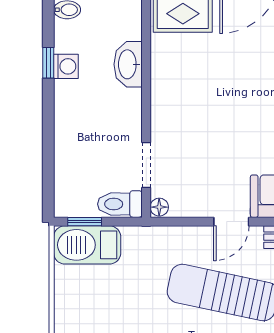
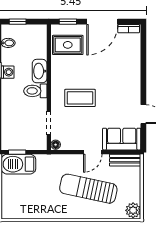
coffee table: (207, 116) -> (80, 98), added
toilet: (120, 204) -> (35, 91), moved

